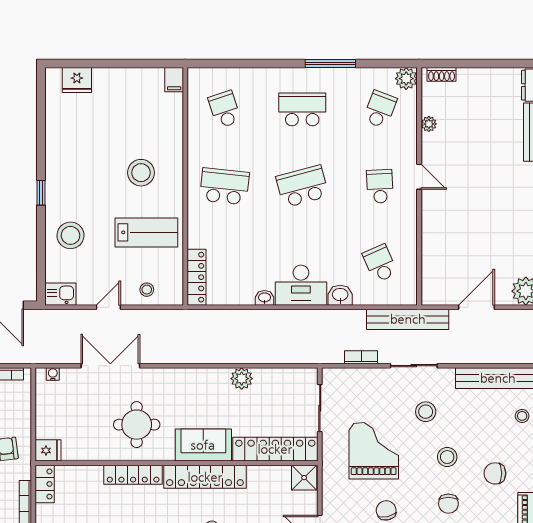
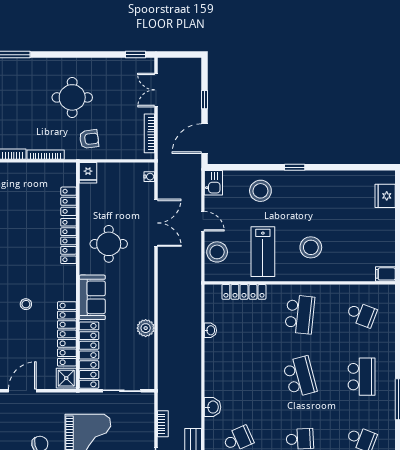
school desk: (225, 109) -> (362, 314), turned 39
locker: (197, 277) -> (244, 292), moved
desk: (301, 285) -> (221, 376), removed
stool: (147, 290) -> (217, 252), width x1.89, depth x1.89
washbasin: (265, 298) -> (210, 330), moved
locker: (205, 477) -> (67, 334), moved
locker: (45, 484) -> (69, 201), moved, turned 90

